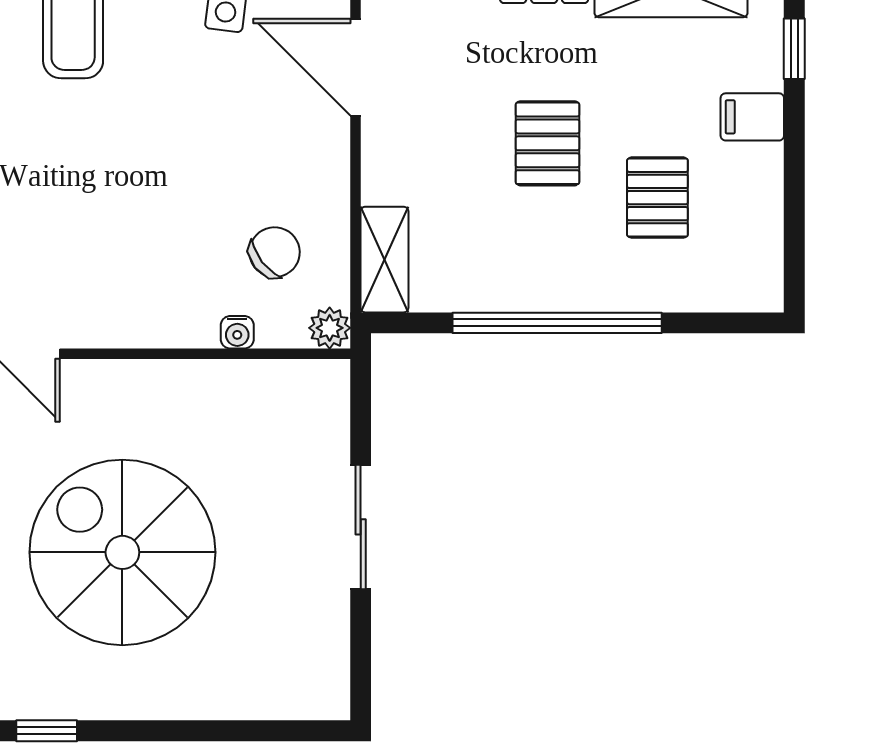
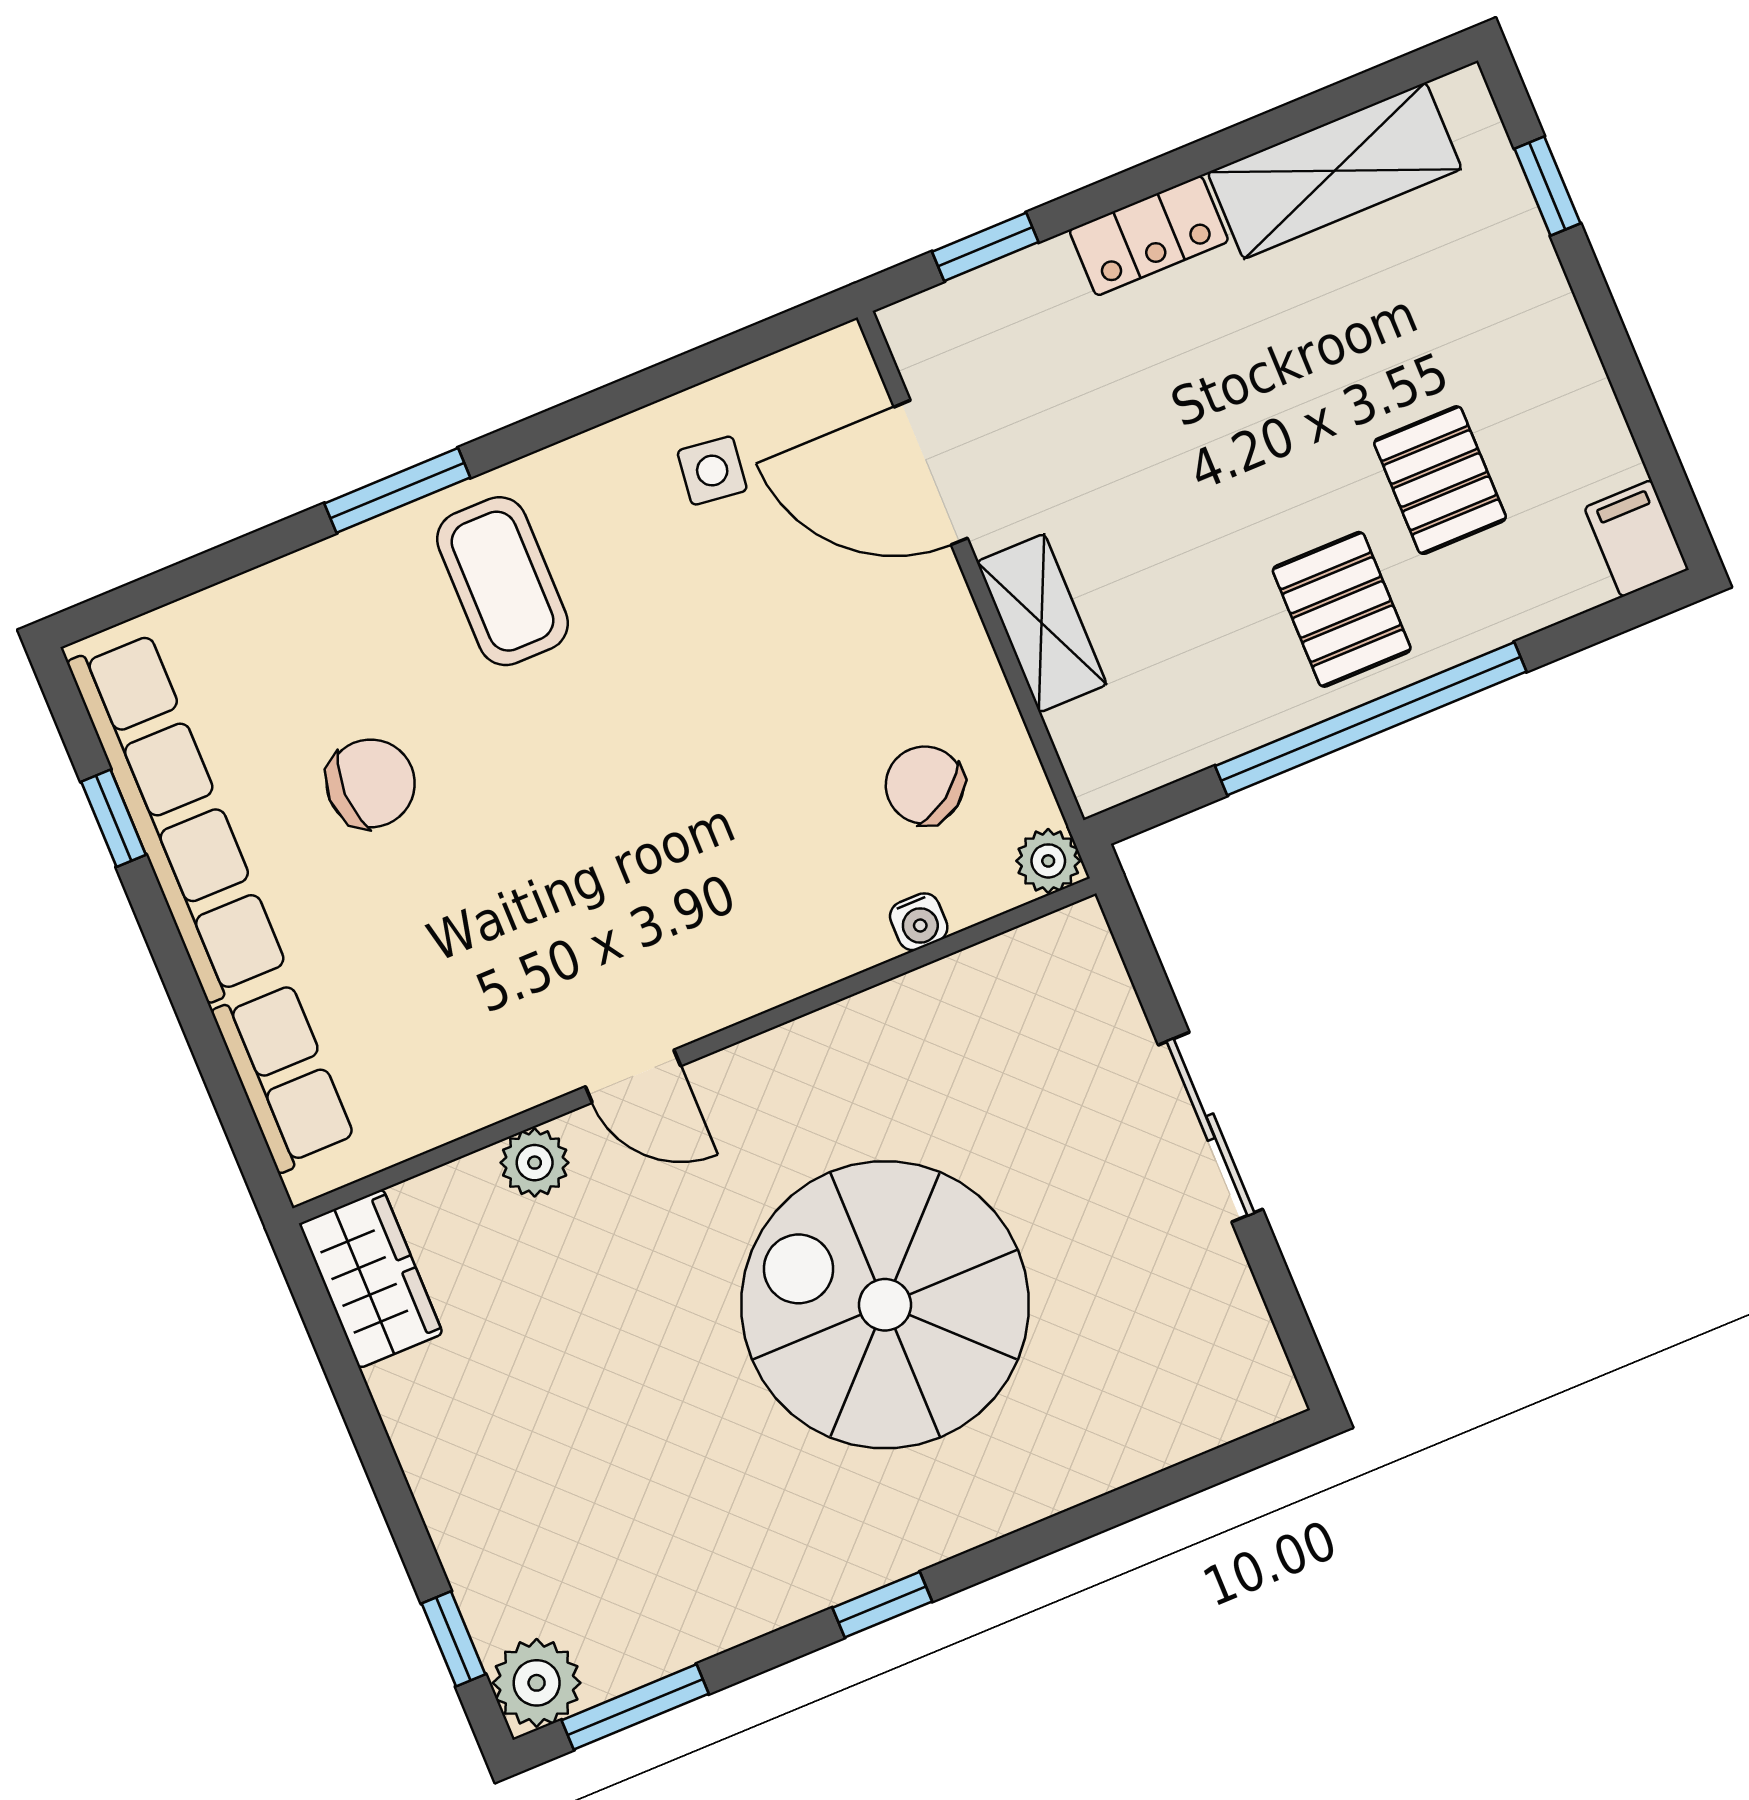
filing cabinet: (752, 117) -> (1636, 538), moved, turned 90
pallet: (547, 143) -> (1342, 609), moved
chair: (275, 252) -> (925, 785), turned -87
shelving: (384, 260) -> (1042, 623), moved

